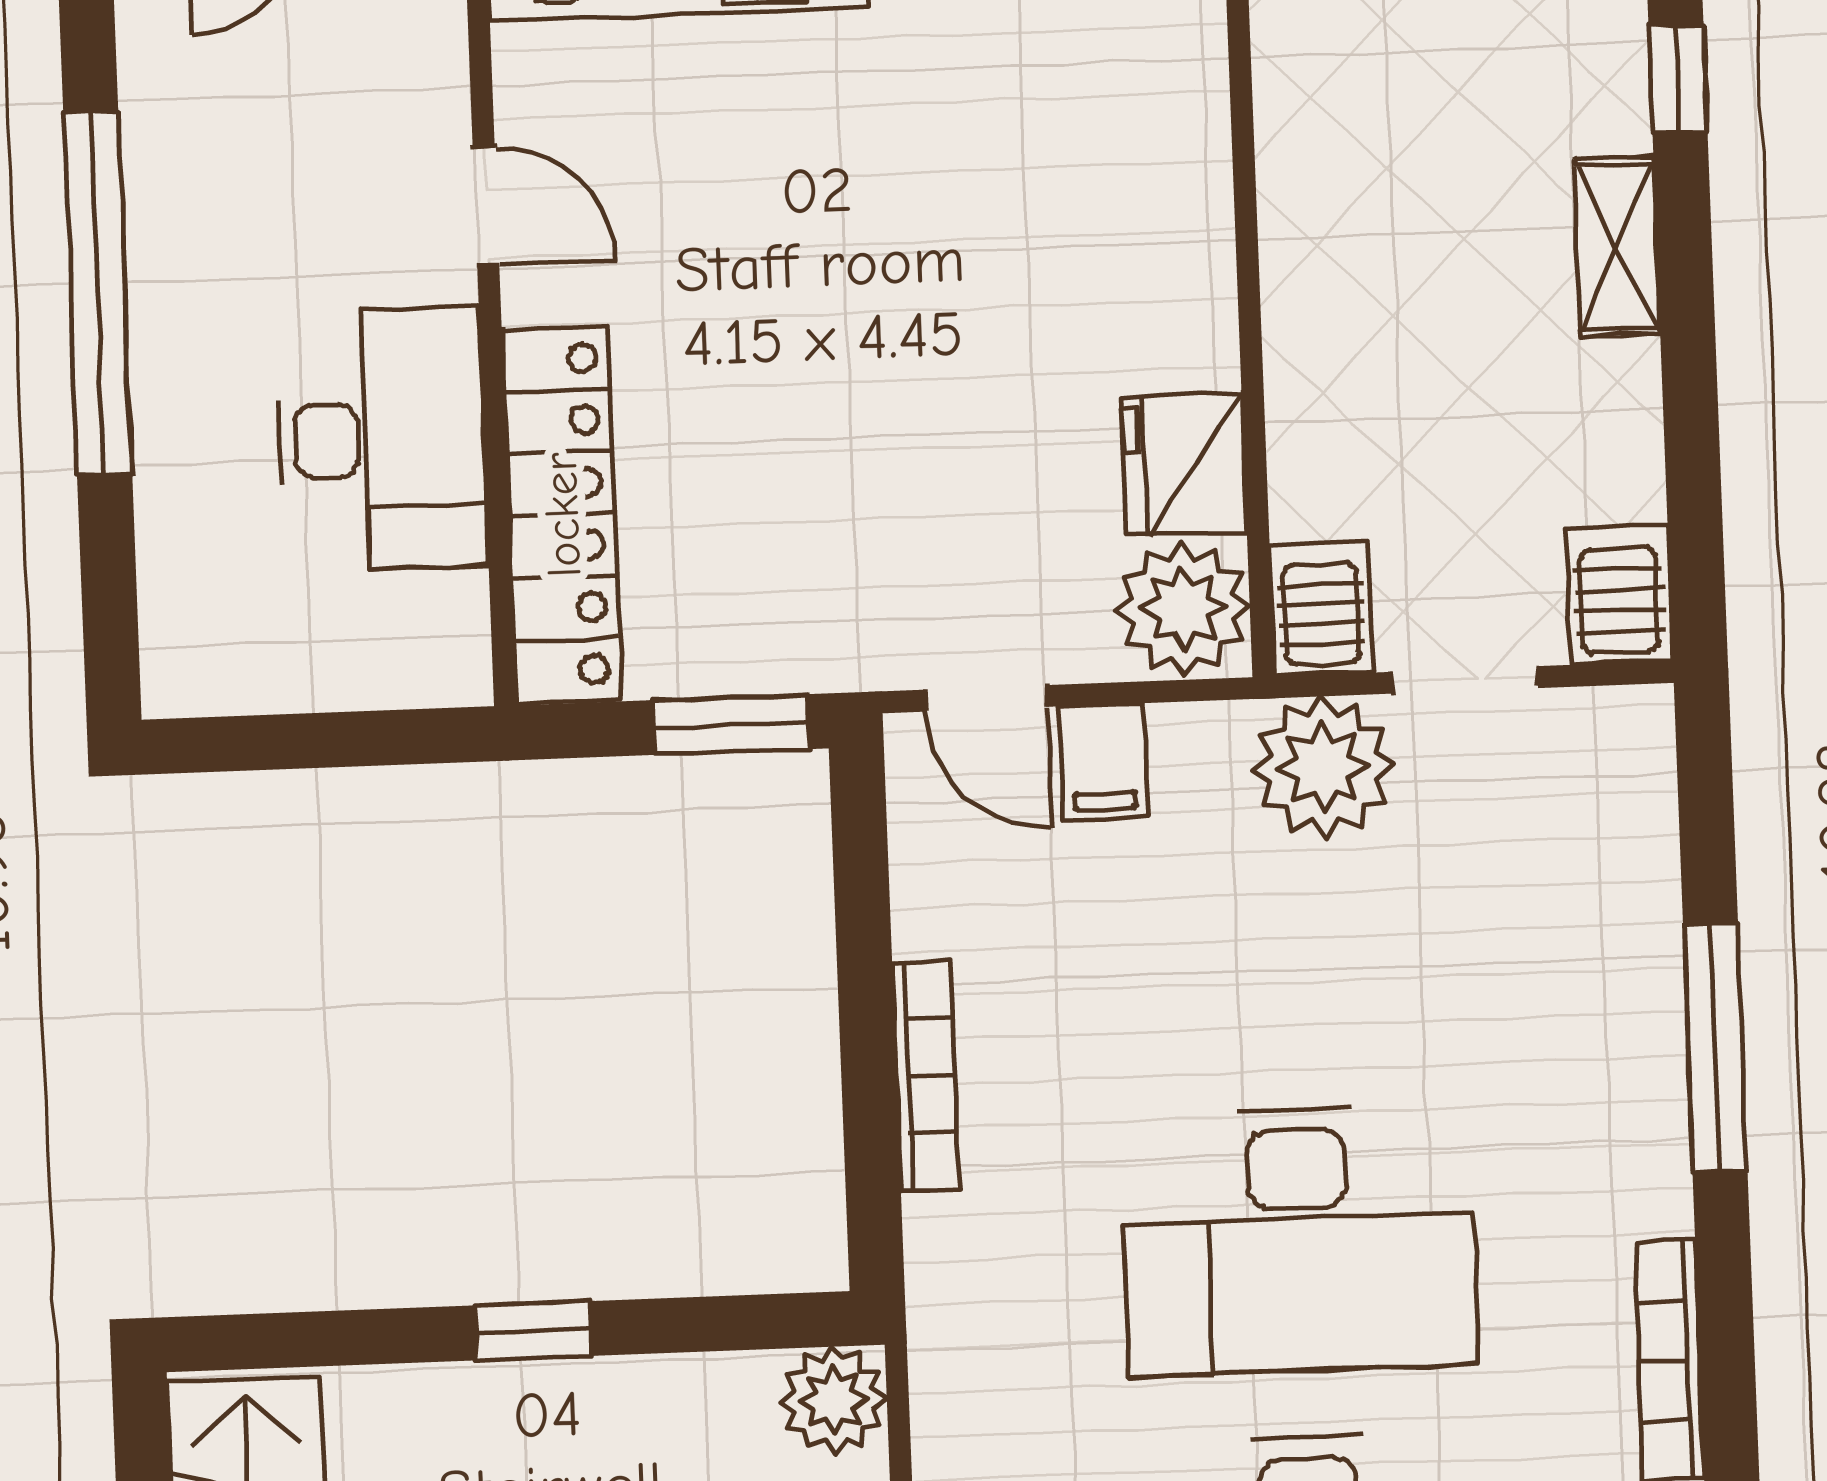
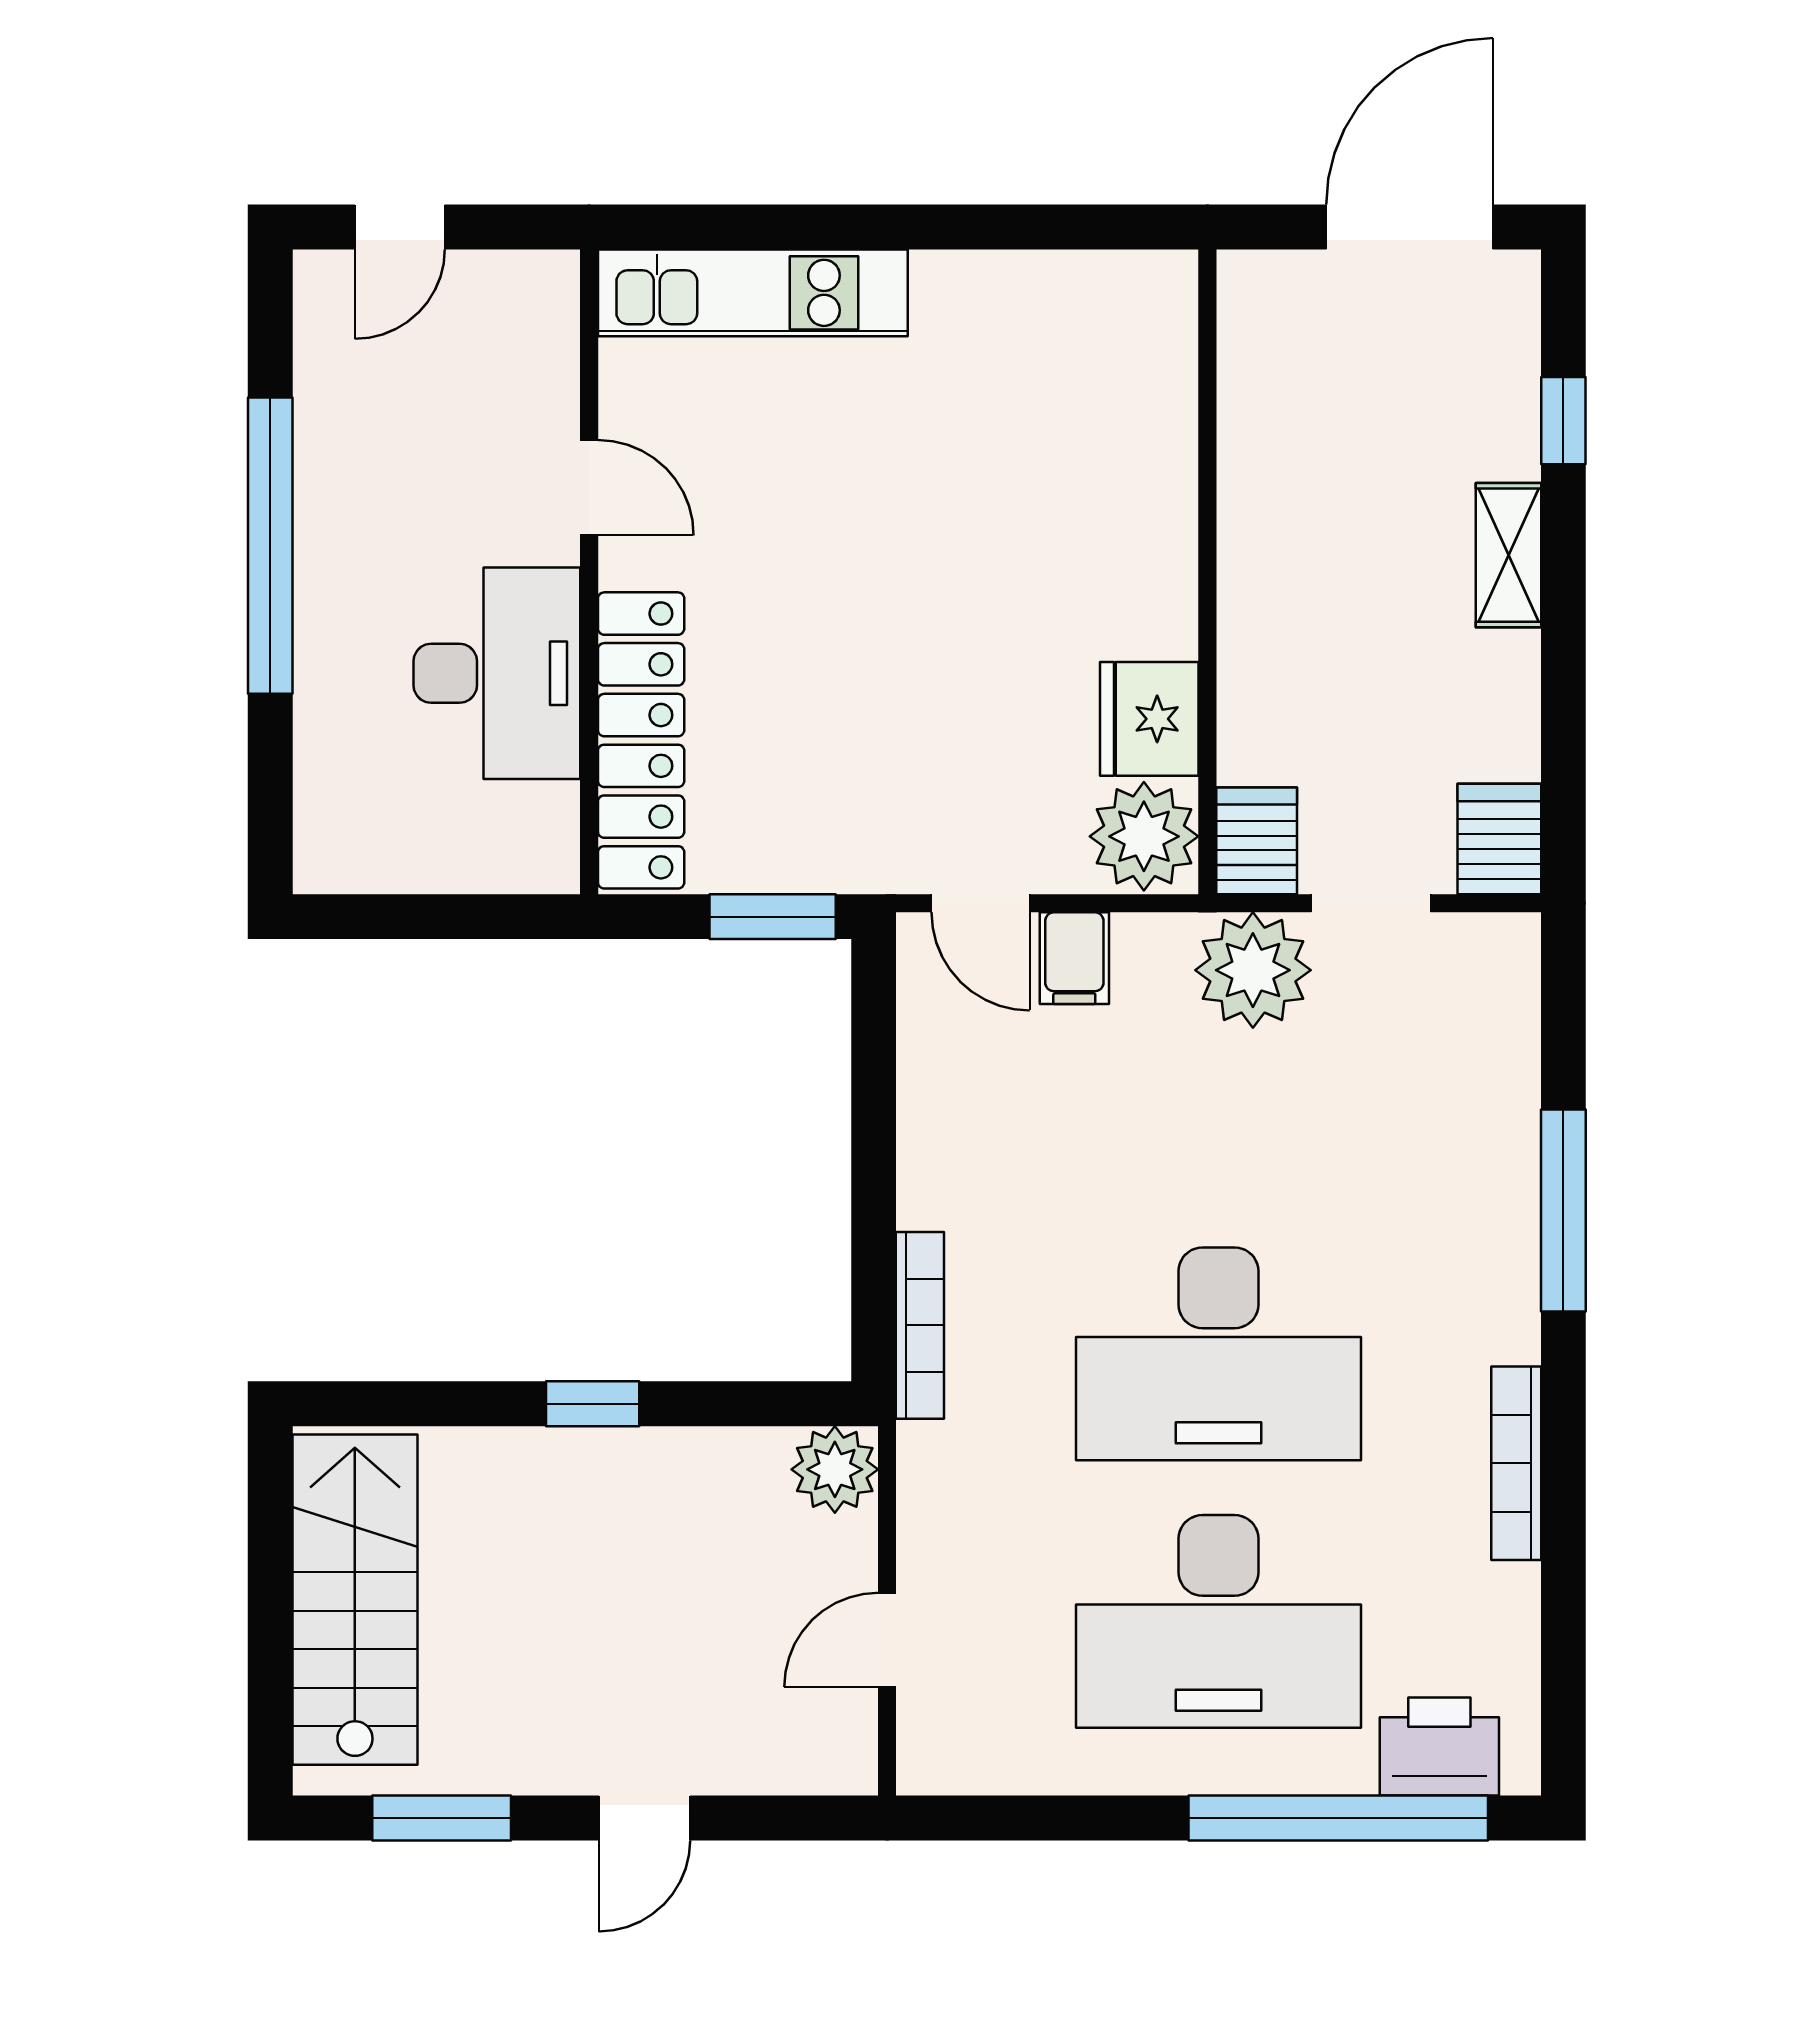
bookcase: (926, 1076) -> (920, 1325), moved

